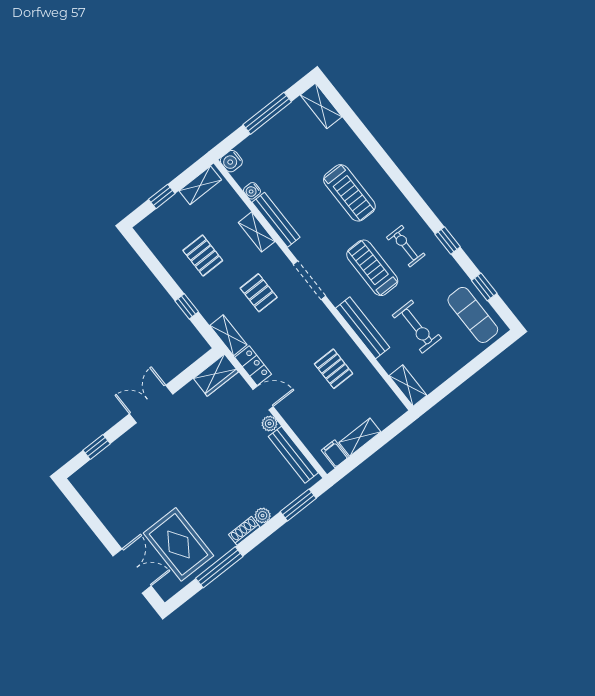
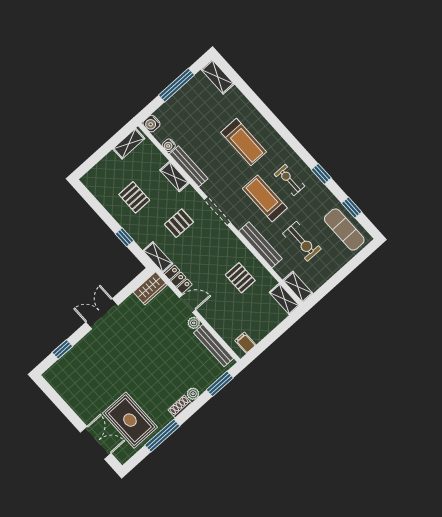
window: (162, 196) -> (100, 154), removed
pallet: (259, 293) -> (179, 223), turned 90
shelving: (360, 437) -> (284, 299), moved, turned 90

